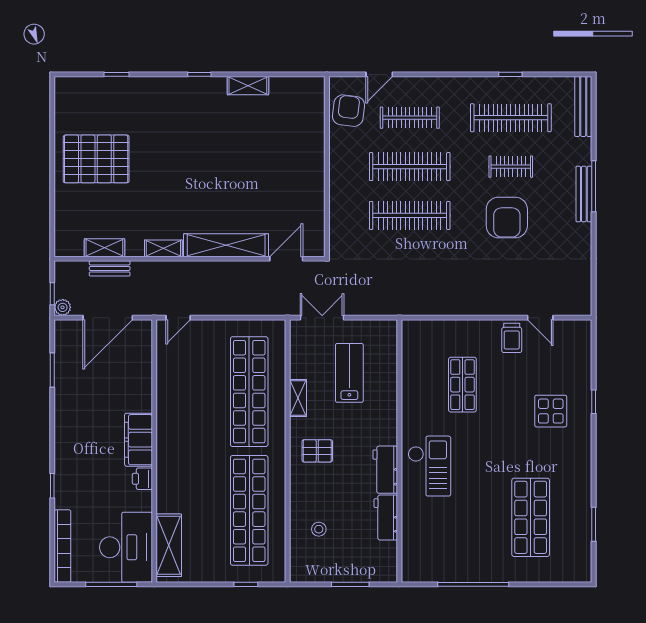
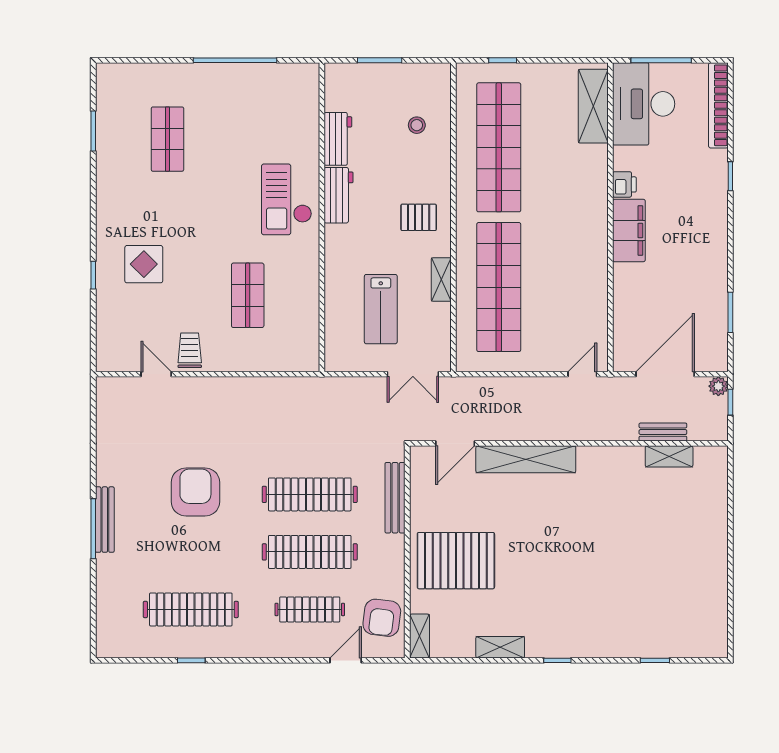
bench: (583, 106) -> (395, 498), moved
pallet: (96, 159) -> (456, 561), moved
clothes rail: (511, 167) -> (191, 552), removed
shelving: (163, 248) -> (419, 636), moved, turned 90
shop shelf: (531, 517) -> (167, 139), width x0.70, depth x0.74

